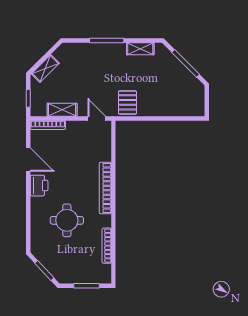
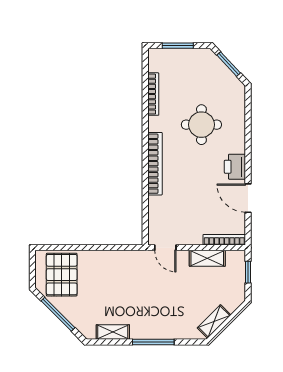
shelving: (45, 69) -> (214, 321), moved
pallet: (127, 102) -> (62, 275), moved, width x1.50, depth x1.42

